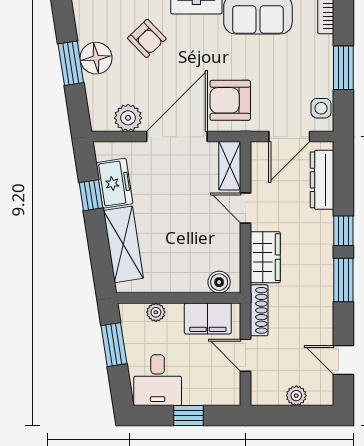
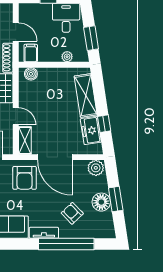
armchair: (230, 100) -> (25, 178), turned 90
plant: (128, 118) -> (96, 168), moved
door: (177, 137) -> (55, 157), hinge flipped
filing cabinet: (208, 318) -> (31, 53), width x0.50

